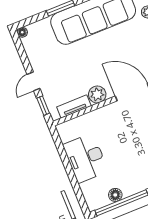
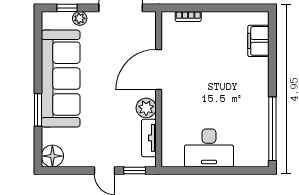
floor lamp: (22, 32) -> (52, 156), width x1.89, depth x1.89
floor lamp: (115, 195) -> (261, 132), removed

